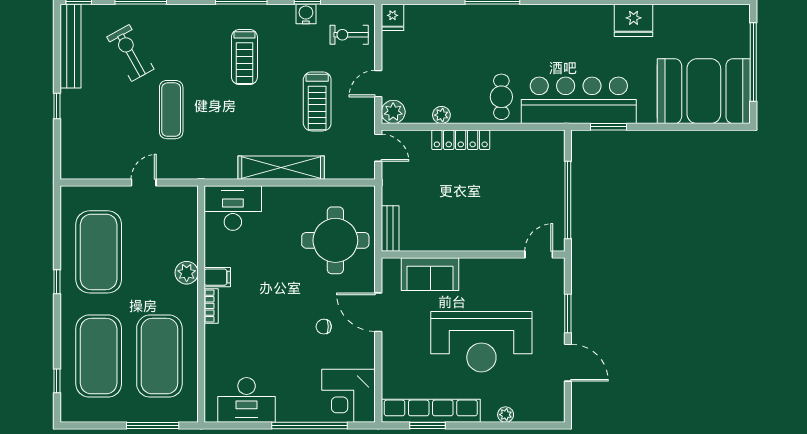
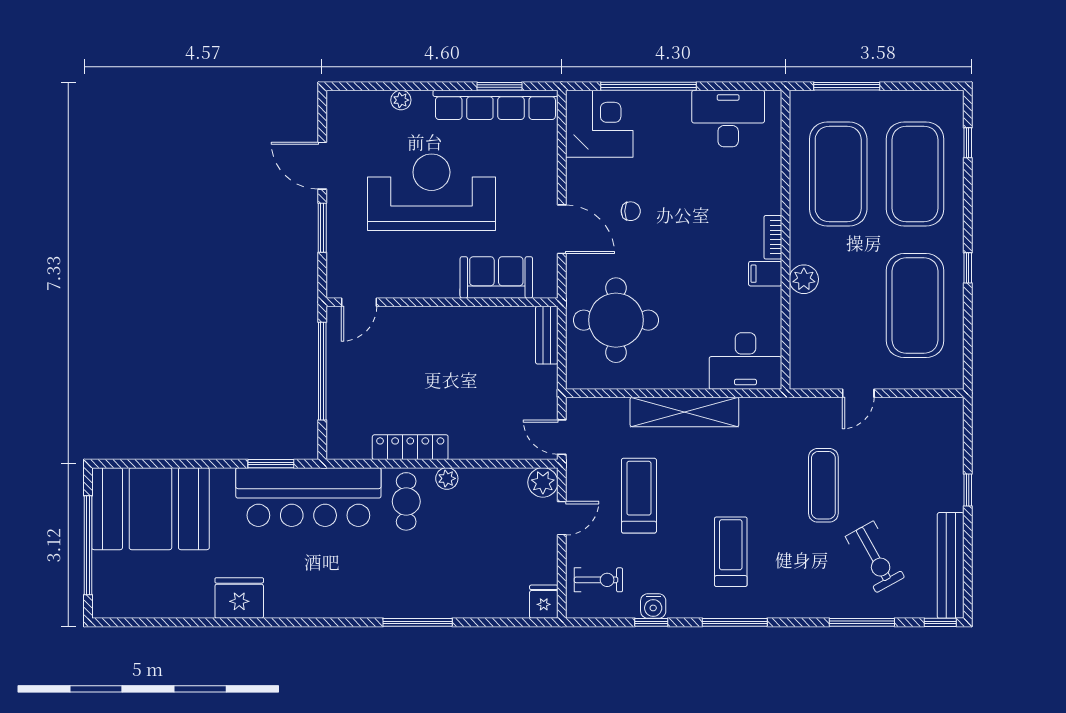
plant: (441, 115) -> (447, 478), moved
locker: (461, 140) -> (410, 447), moved

